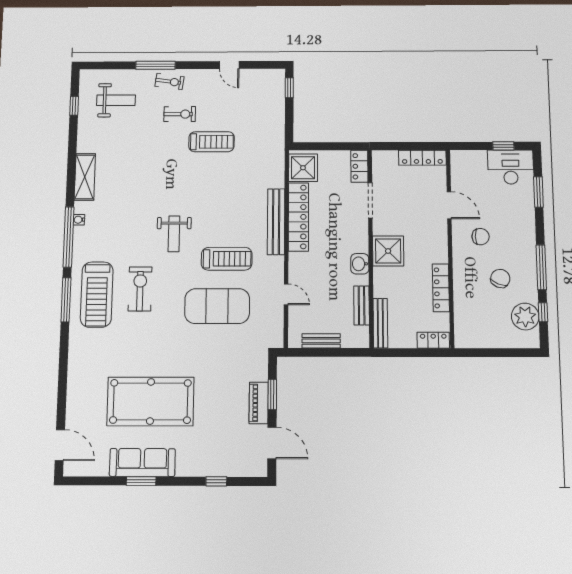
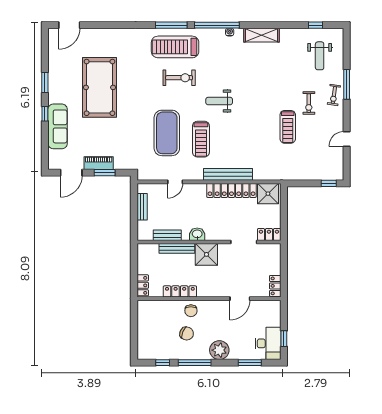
locker: (422, 158) -> (275, 286), width x0.66
chair: (481, 237) -> (191, 311), moved
plant: (525, 317) -> (219, 350), moved
bench: (380, 323) -> (177, 248), moved
sofa: (142, 462) -> (58, 126), moved
window: (216, 481) -> (45, 114), moved

